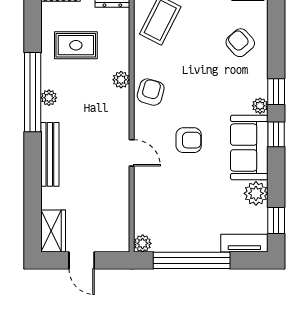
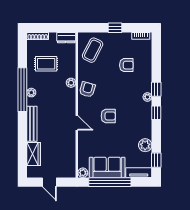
armchair: (240, 43) -> (126, 65), moved, turned 131
sofa: (249, 148) -> (107, 167), moved, turned 90
wardrobe: (53, 231) -> (34, 154), moved

